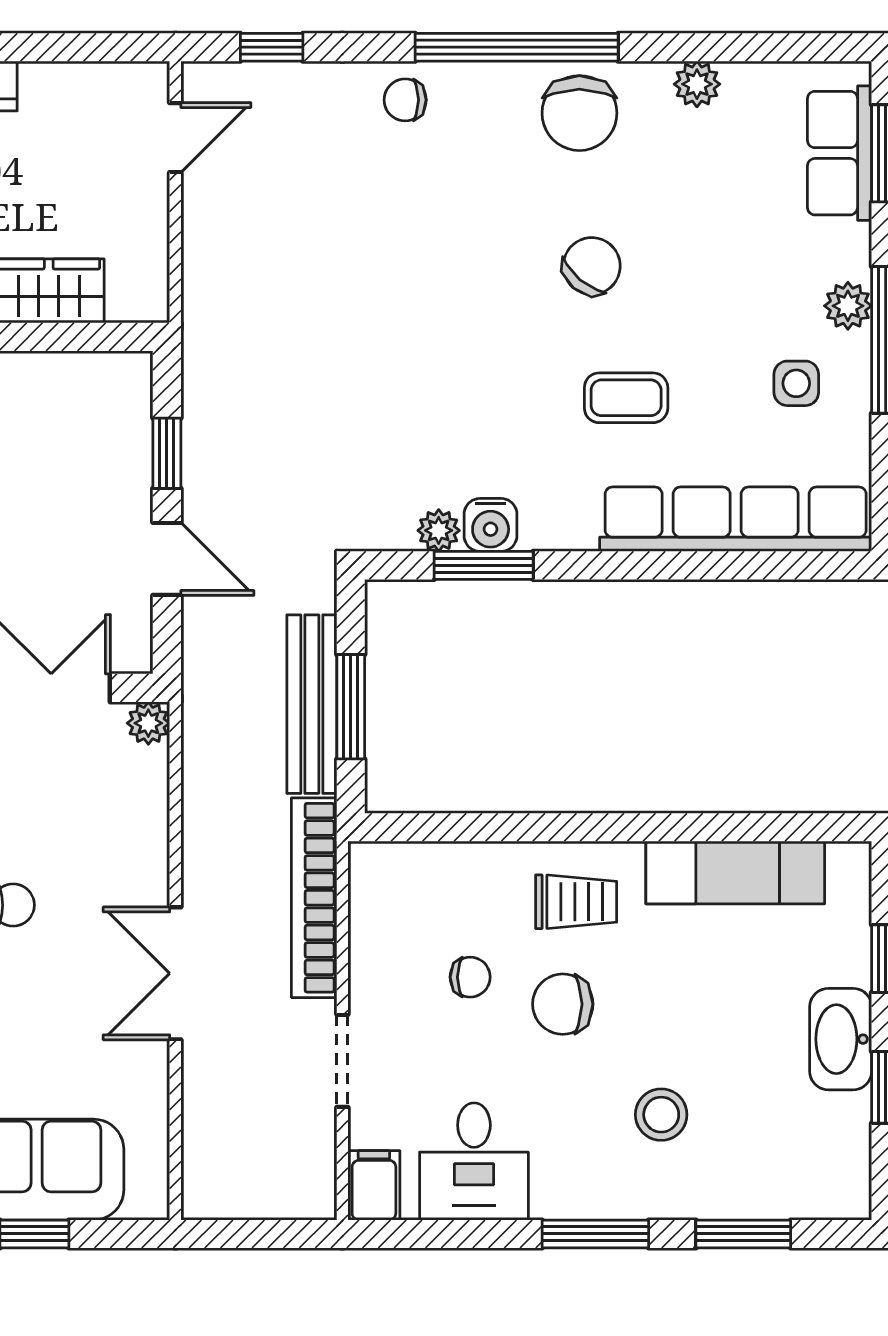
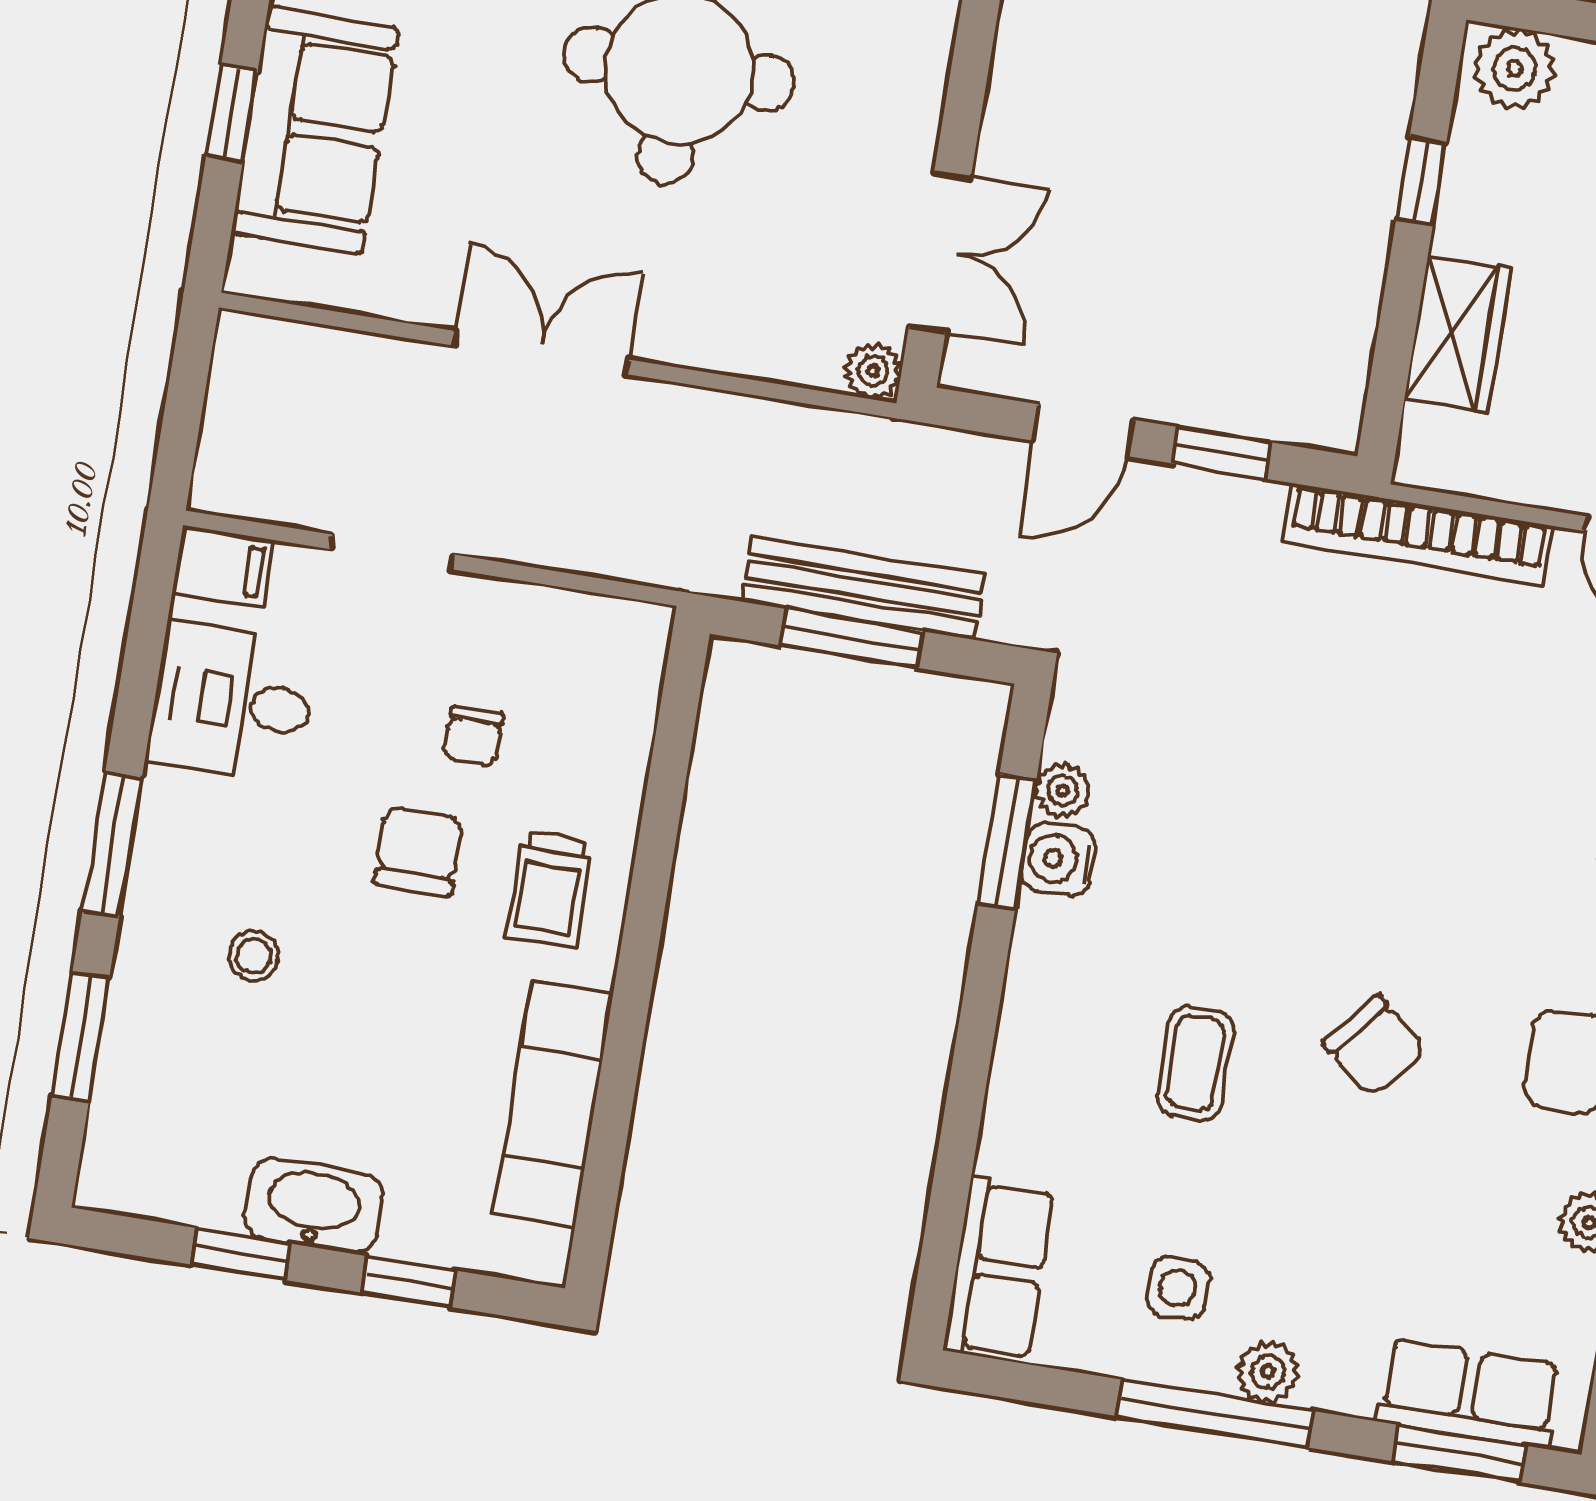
row of seats: (736, 519) -> (999, 1269), width x0.50
bookcase: (314, 898) -> (1418, 534), moved, turned 180
stool: (661, 1115) -> (254, 956), width x0.73, depth x0.73

